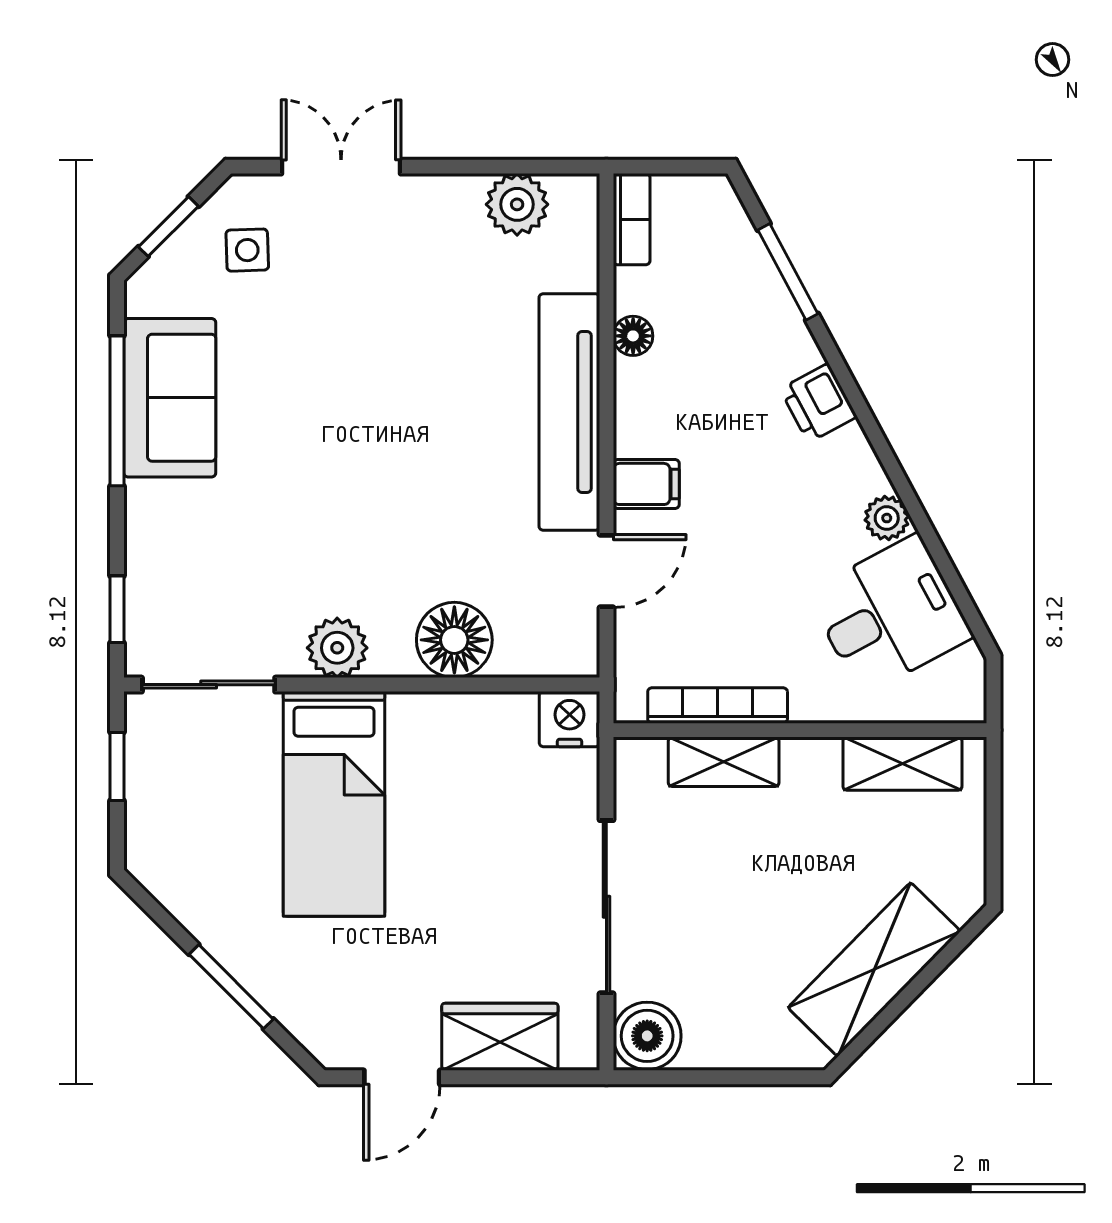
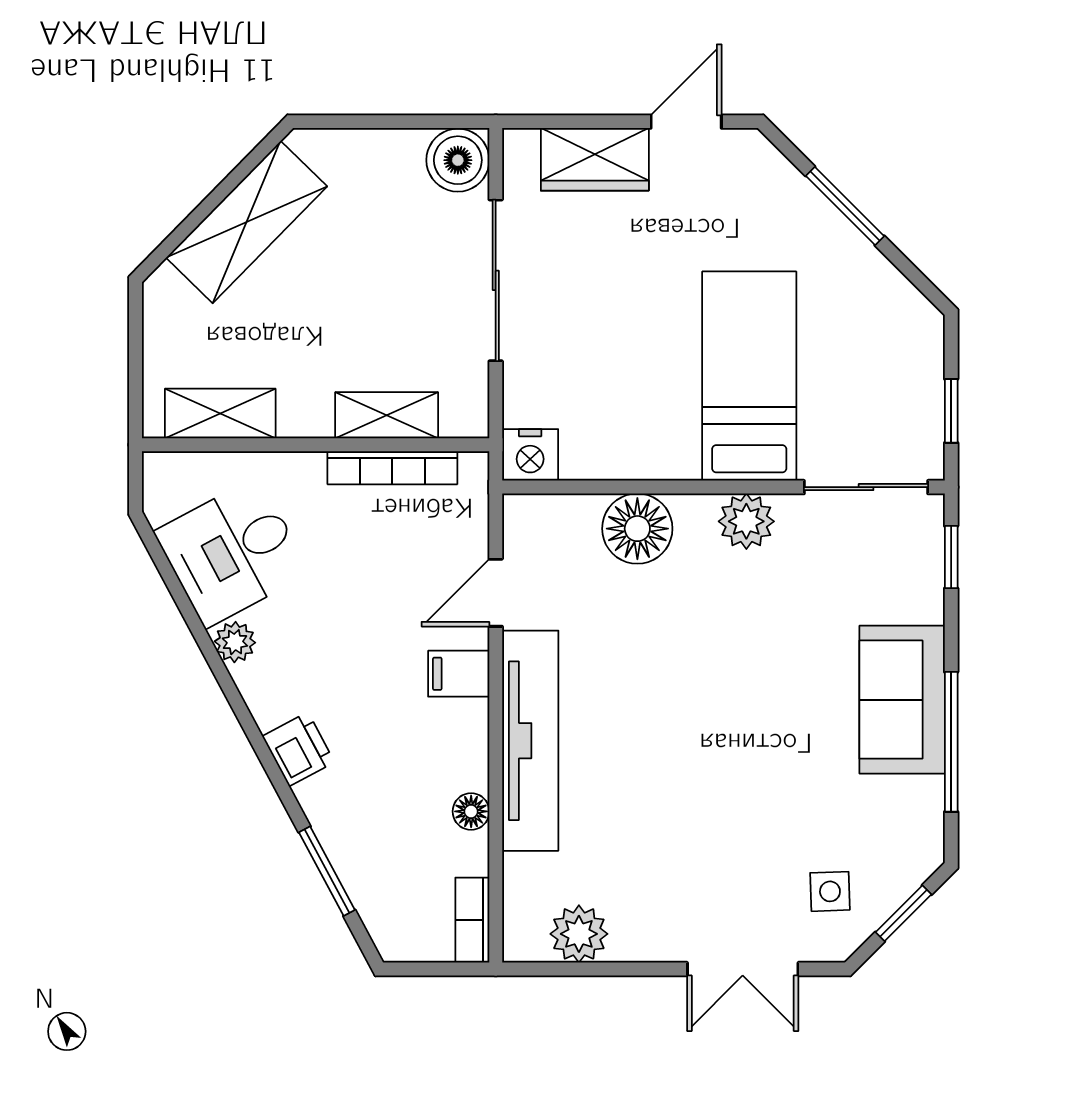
sofa: (170, 398) -> (902, 700), moved

